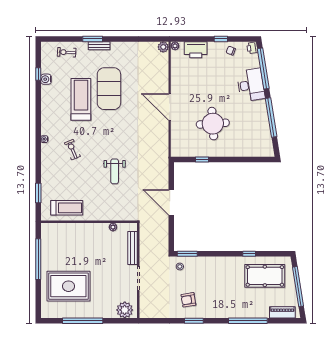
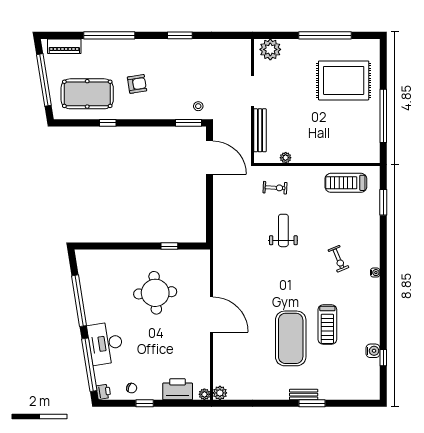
exercise bike: (67, 52) -> (275, 188), moved
treadmill: (81, 99) -> (327, 324), width x0.73, depth x0.73
door: (171, 202) -> (209, 158), moved
armchair: (188, 300) -> (137, 84), moved

